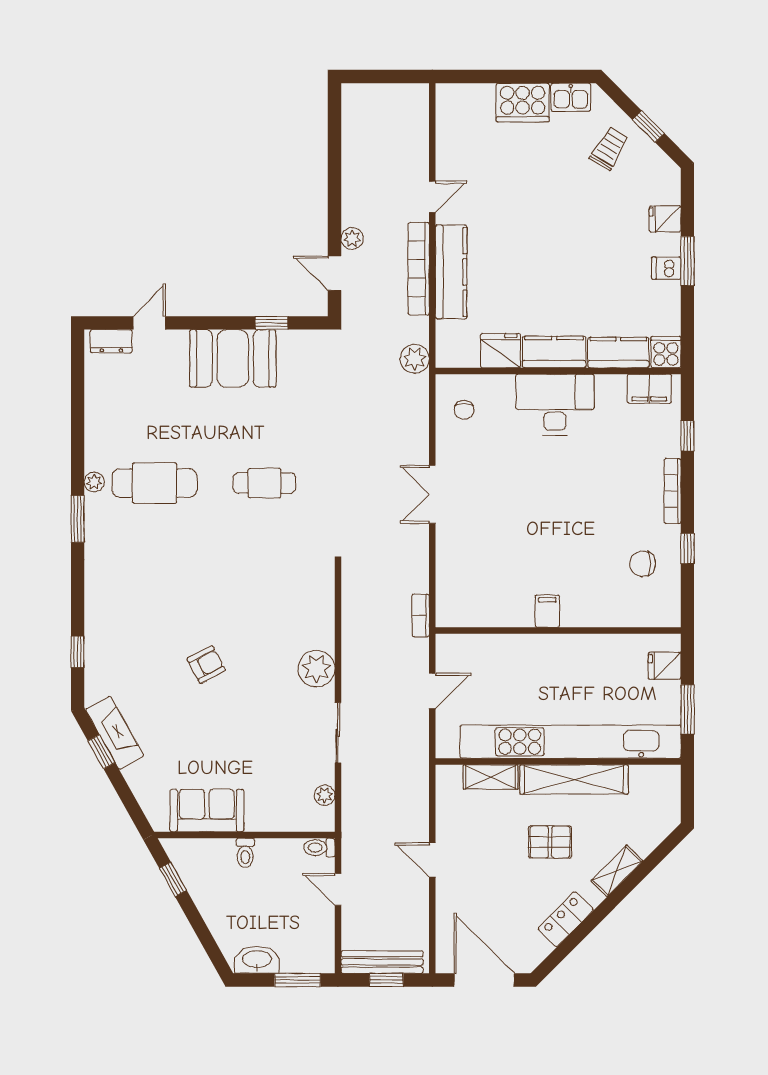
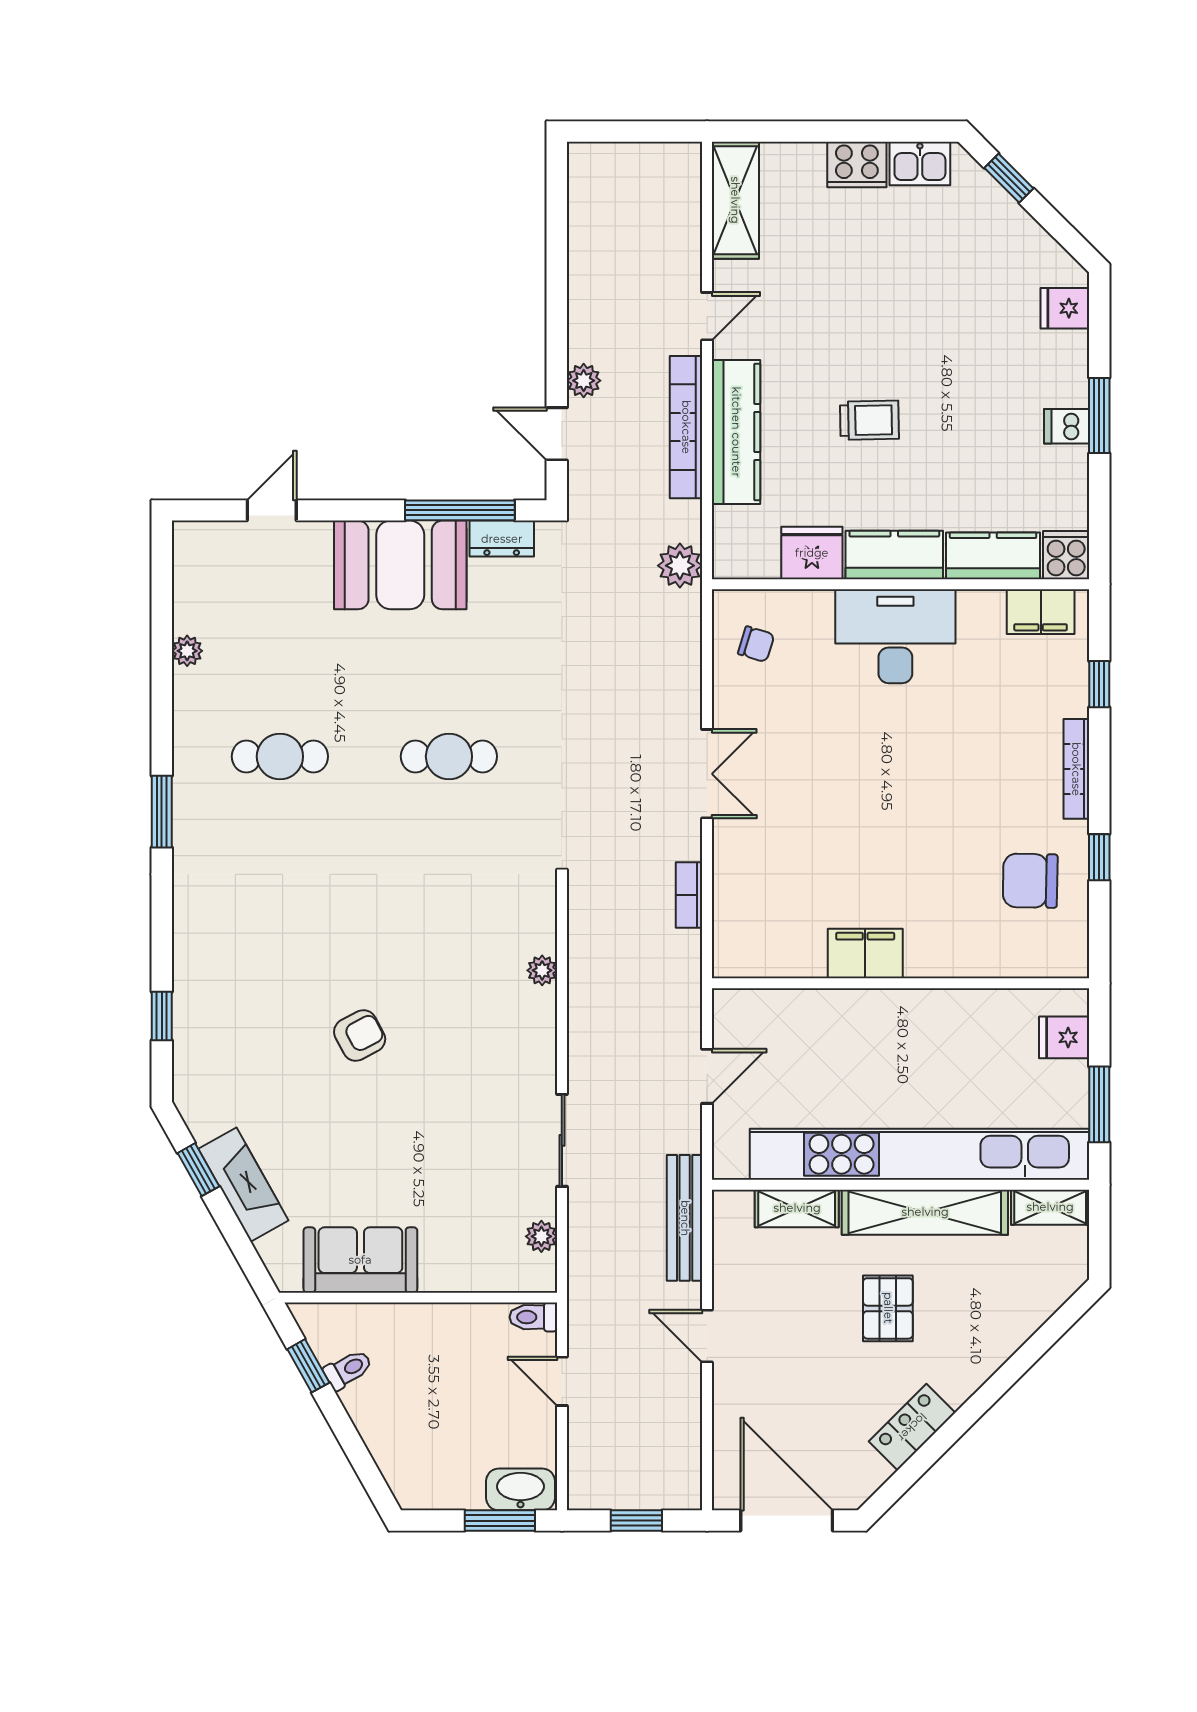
cooker: (523, 103) -> (857, 164), width x0.73, depth x0.76
shelving: (451, 121) -> (735, 200), added
window: (648, 127) -> (1009, 178), moved
trolley: (609, 148) -> (869, 420), moved, turned 58
fridge: (665, 219) -> (1065, 308), moved
window: (272, 323) -> (460, 510), width x2.17
dresser: (111, 341) -> (502, 539), moved
chair: (464, 410) -> (756, 644), turned -73
plant: (94, 482) -> (187, 651), moved
cafe table: (154, 483) -> (280, 756), width x0.73, depth x0.74
double door: (432, 494) -> (707, 774), swing flipped
chair: (643, 564) -> (1030, 881), width x1.37, depth x1.37
filing cabinet: (547, 611) -> (865, 954), width x2.00
bookcase: (421, 615) -> (689, 895), moved
plant: (316, 669) -> (542, 970), moved, width x0.53, depth x0.53
fireplace: (115, 733) -> (243, 1185), moved
pallet: (550, 842) -> (888, 1308), turned 90
toilet: (245, 853) -> (348, 1369), moved, turned -119
shelving: (617, 871) -> (1050, 1207), moved, turned 45
washbasin: (257, 960) -> (521, 1489), moved
bench: (382, 962) -> (685, 1218), moved, turned 90

